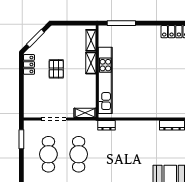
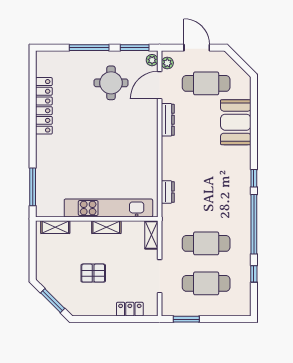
shelving: (91, 63) -> (106, 227), moved
locker: (29, 64) -> (130, 309), moved
dresser: (106, 125) -> (168, 192), moved

